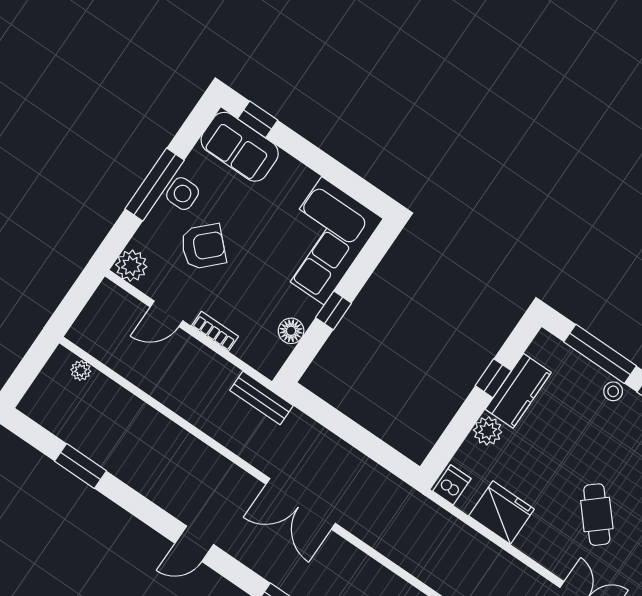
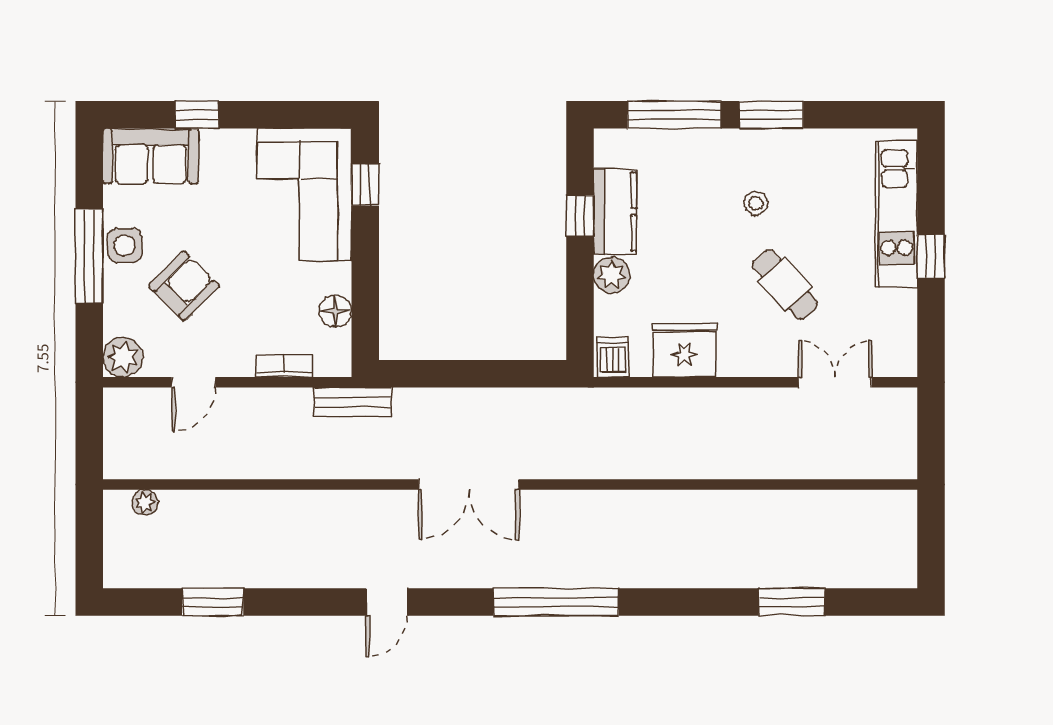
window: (258, 119) -> (197, 115), moved
window: (334, 310) -> (365, 185), moved
bookcase: (215, 331) -> (284, 366), moved
stool: (613, 391) -> (756, 203), moved

